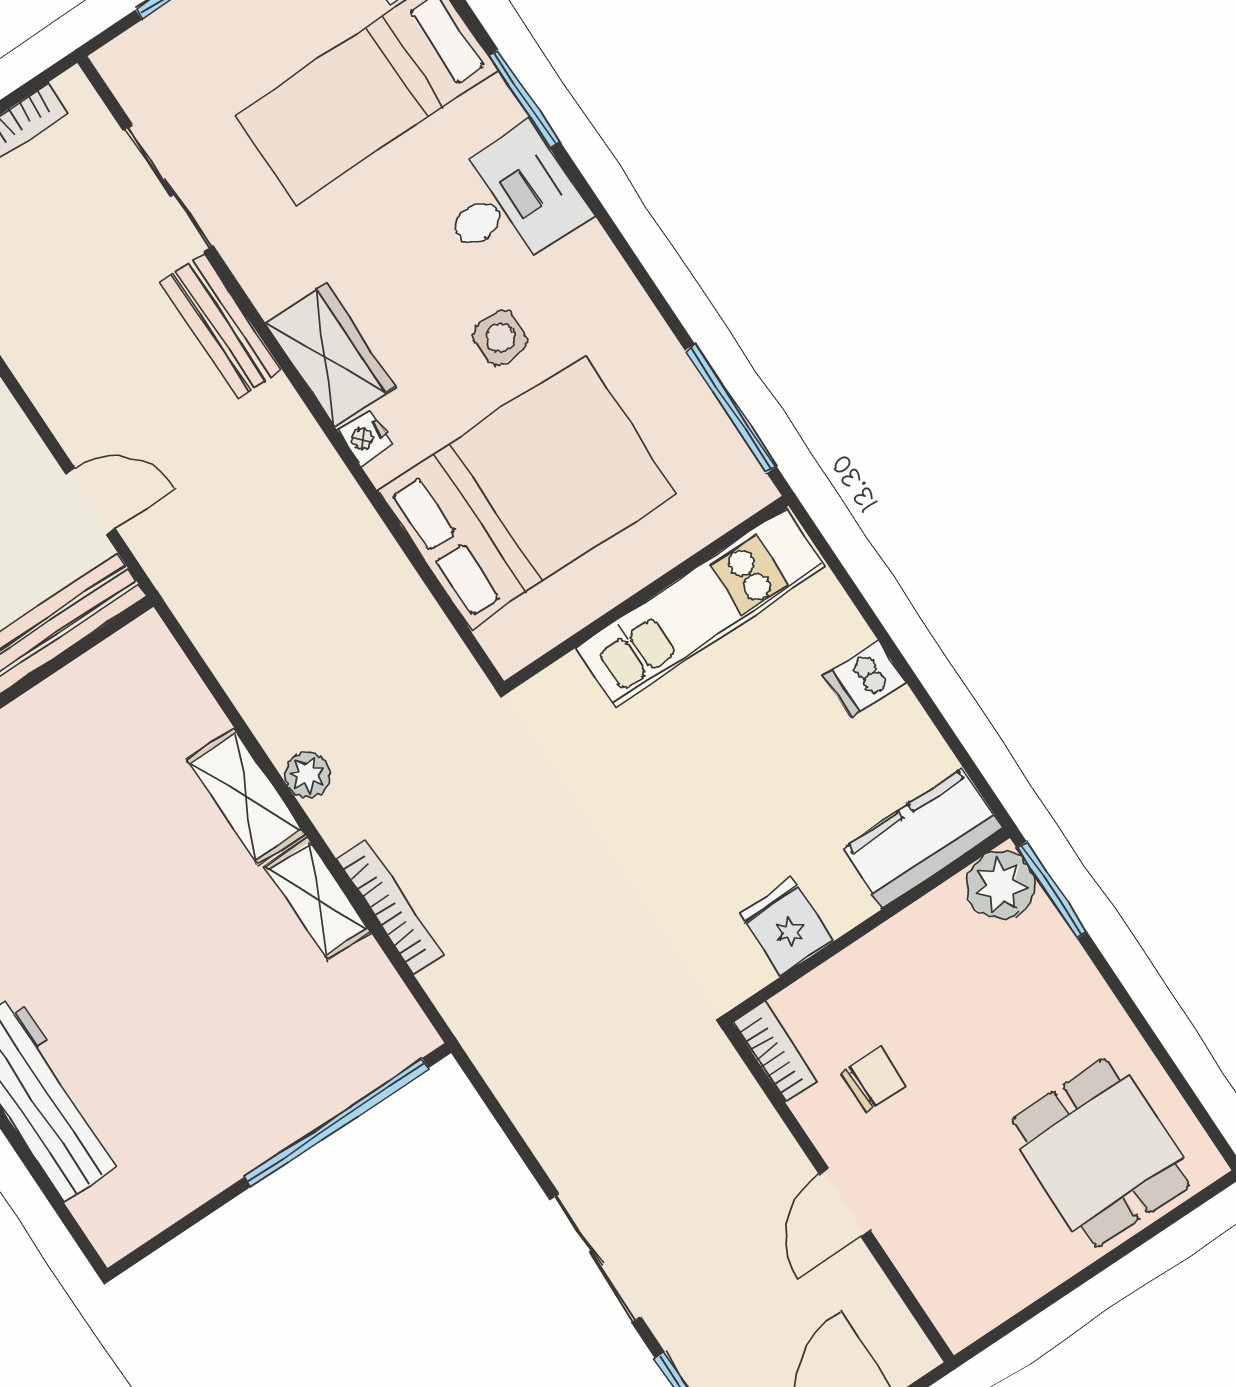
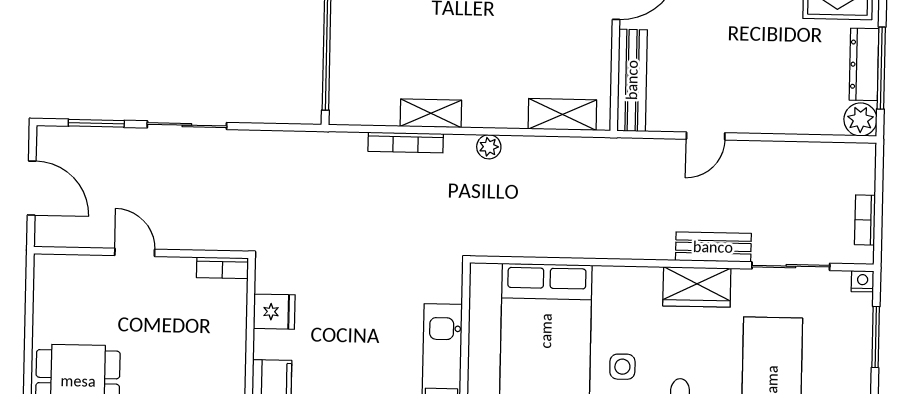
wardrobe: (330, 355) -> (697, 287), moved
nightstand: (365, 437) -> (863, 281), moved
door: (91, 502) -> (706, 136), moved
shelving: (246, 797) -> (562, 114), moved
chair: (873, 1079) -> (180, 303), removed

